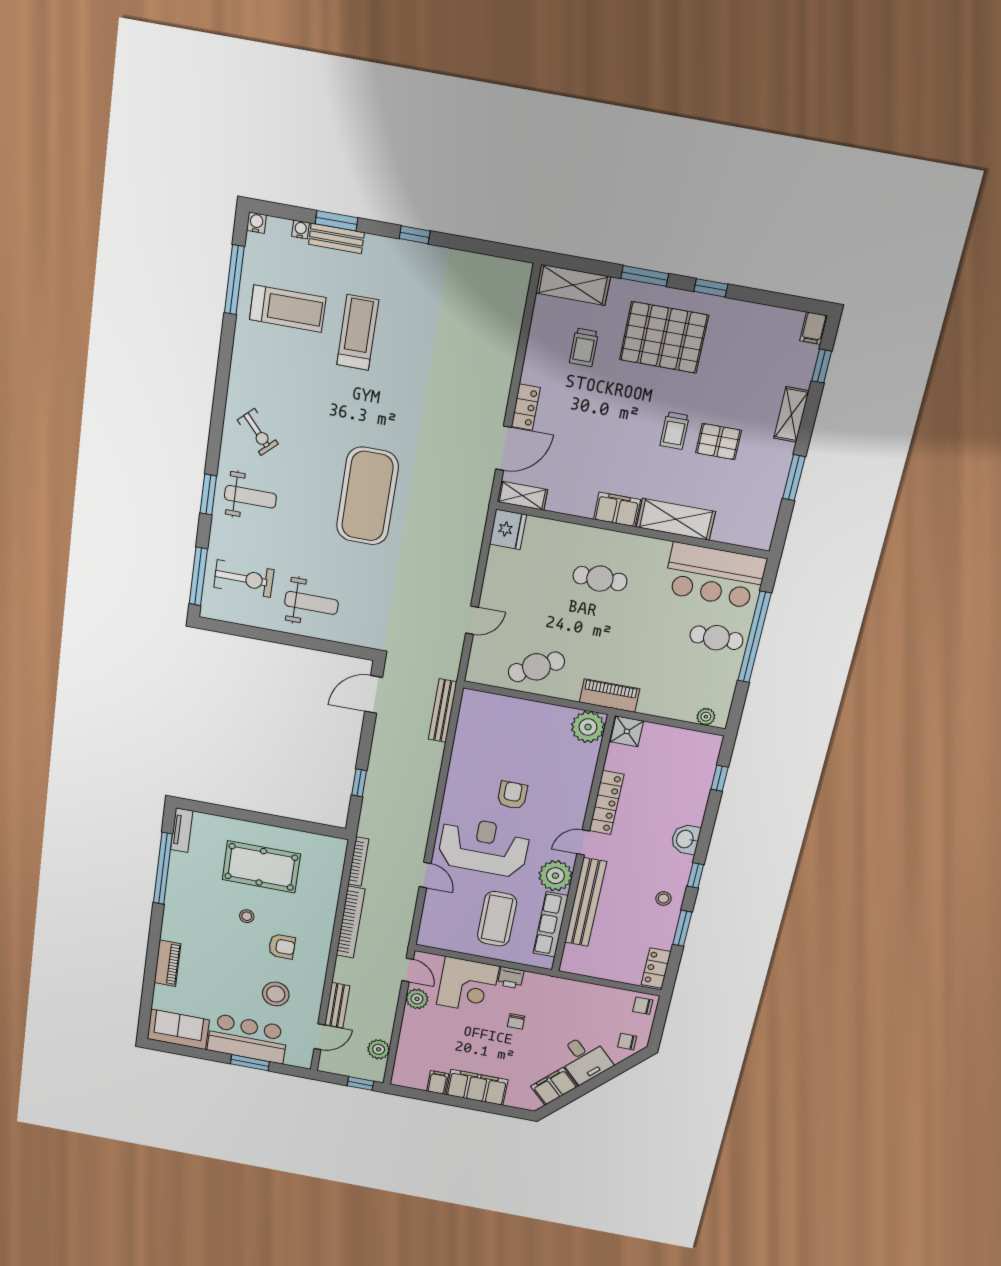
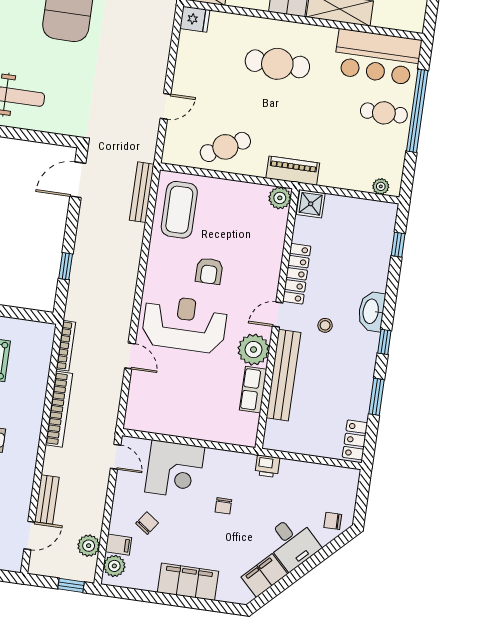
fridge: (508, 529) -> (195, 19), width x0.72
cafe table: (600, 579) -> (277, 64), width x1.37, depth x1.35
plant: (588, 727) -> (280, 198), width x0.73, depth x0.73
armchair: (512, 795) -> (209, 271), turned 180
washbasin: (686, 839) -> (371, 311), width x1.38
stool: (663, 899) -> (325, 325), moved
coffee table: (497, 919) -> (179, 210), moved
row of seats: (551, 924) -> (253, 390), width x0.68
printer: (511, 978) -> (267, 466), moved
plant: (417, 999) -> (114, 566), moved
chair: (643, 1006) -> (147, 523), moved, turned 126
filing cabinet: (438, 1082) -> (118, 545), moved, turned 90

